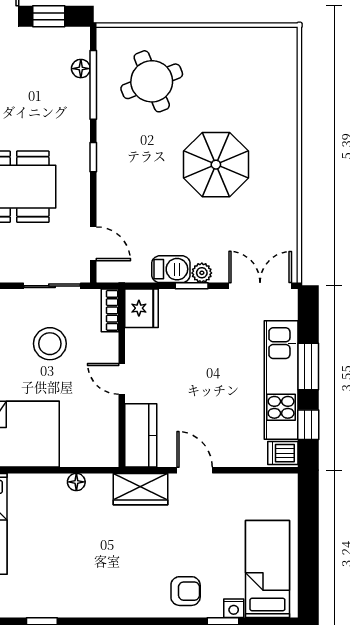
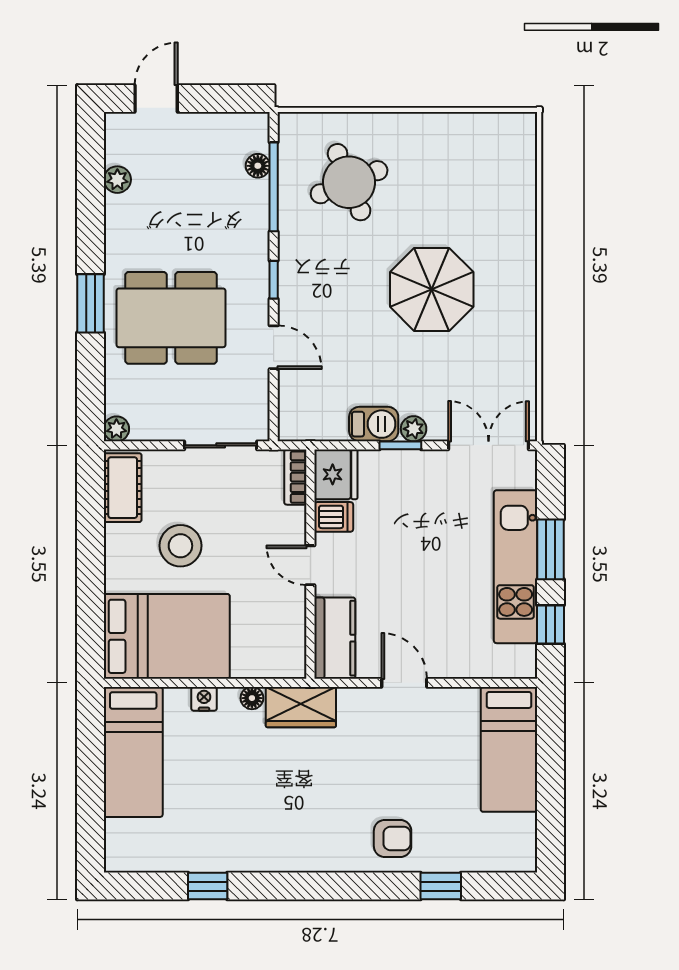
window: (49, 16) -> (216, 98), removed
door: (93, 244) -> (274, 347), moved
stool: (50, 344) -> (180, 546), moved
dishwasher: (283, 453) -> (334, 517), moved, turned 180
wardrobe: (140, 489) -> (301, 707), moved
bed: (267, 569) -> (509, 749), moved, turned 180
nightstand: (234, 608) -> (204, 699), moved, turned 180

